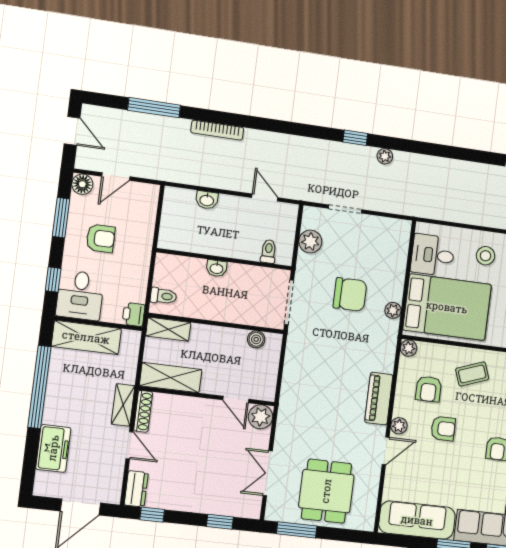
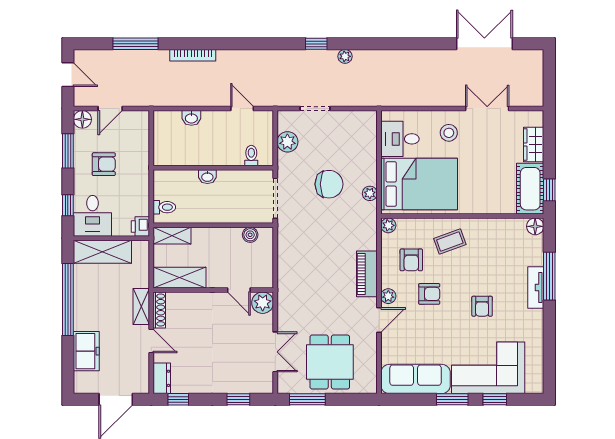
double door: (268, 473) -> (275, 352), swing flipped

